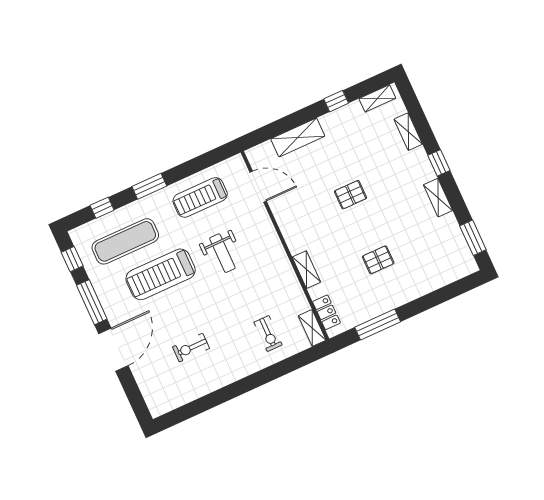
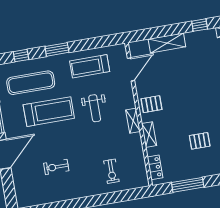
door: (258, 187) -> (131, 69), hinge flipped
pallet: (350, 195) -> (151, 104), moved
treadmill: (161, 274) -> (49, 112), turned 180
shelving: (312, 328) -> (133, 121), moved

